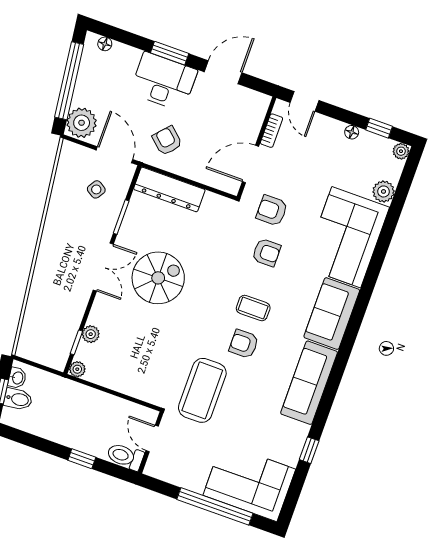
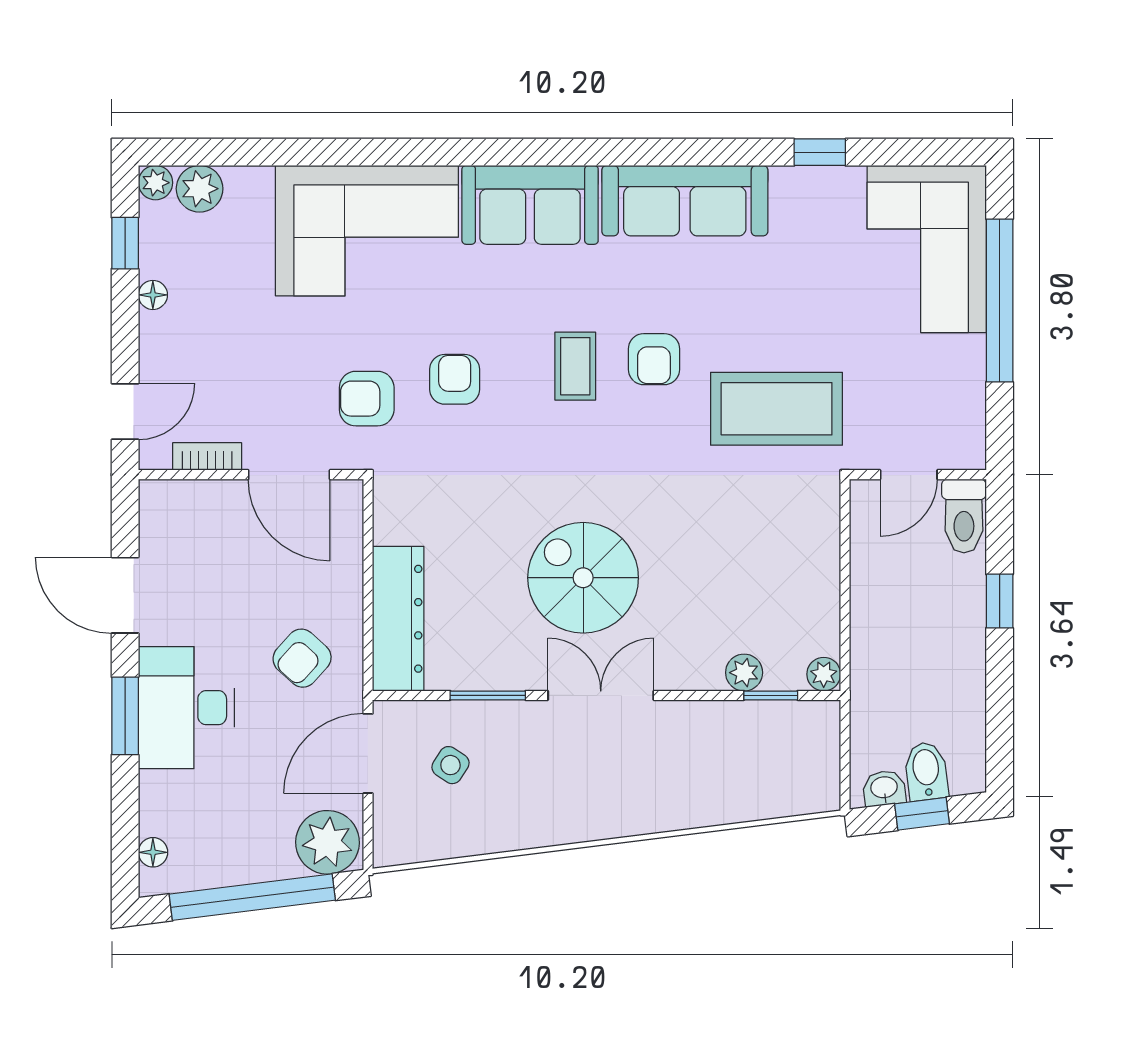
plant: (384, 191) -> (200, 189), moved
armchair: (272, 210) -> (367, 399), turned 90

